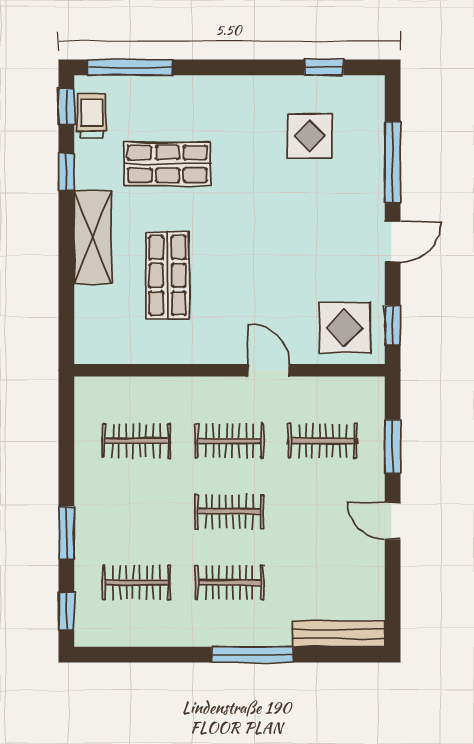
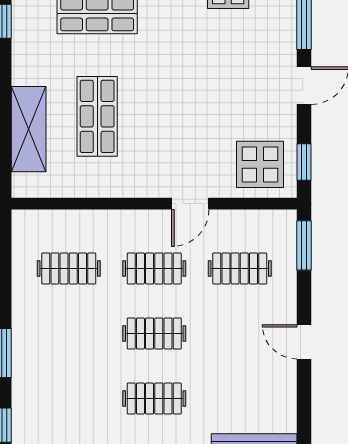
shelving: (93, 237) -> (29, 129), moved
door: (269, 370) -> (190, 204), swing flipped
window: (393, 447) -> (304, 245), moved
clothes rail: (136, 582) -> (69, 399), removed

